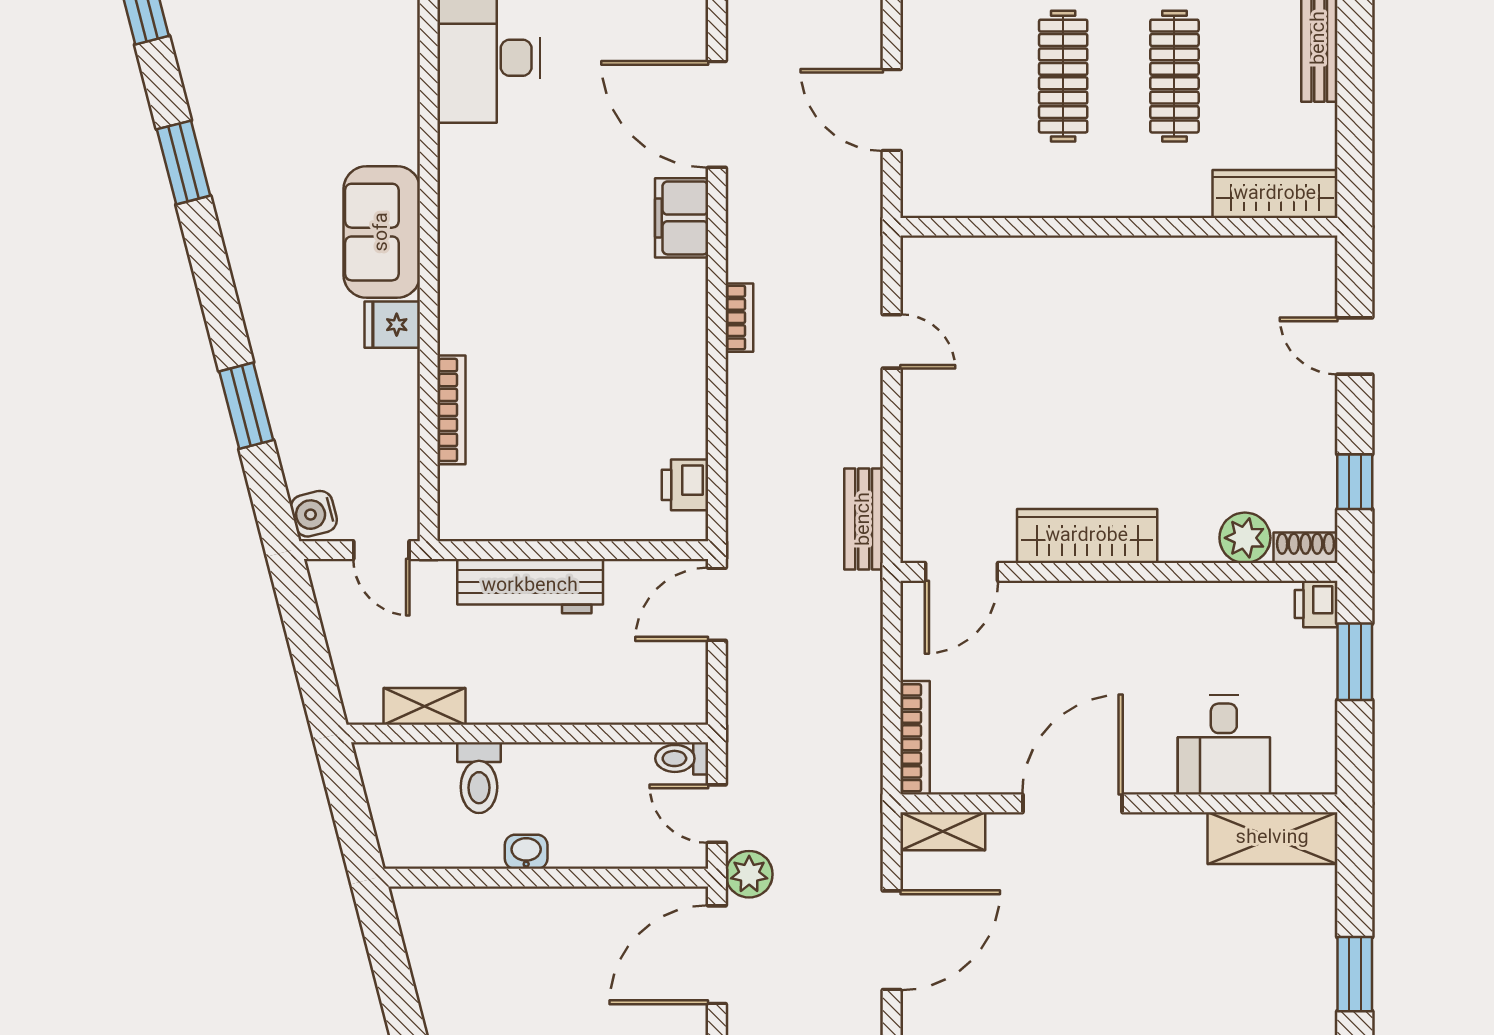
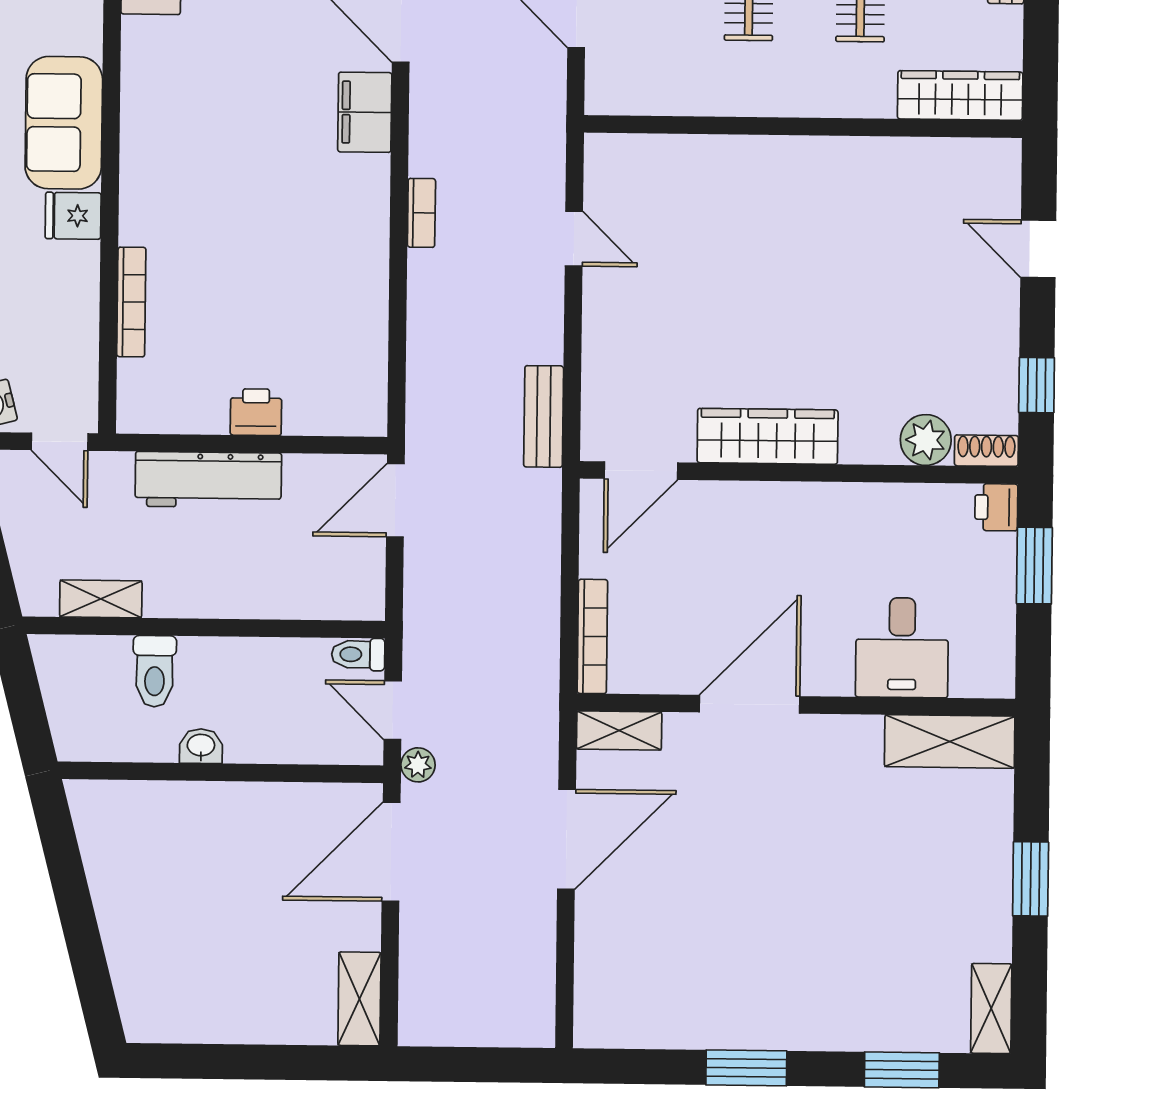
printer: (685, 485) -> (256, 412), moved, turned 90
plant: (749, 874) -> (418, 765), width x0.73, depth x0.73

